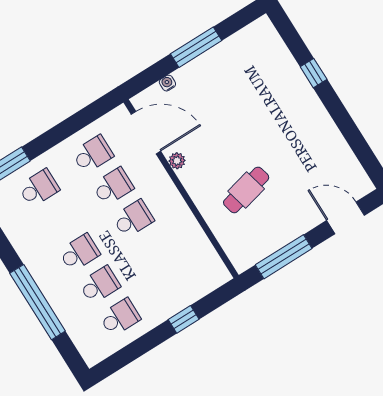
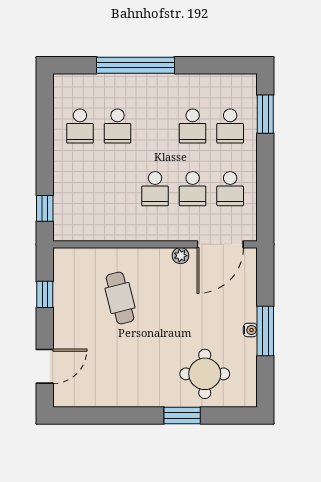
window: (314, 73) -> (182, 415), width x1.50
round table: (266, 76) -> (205, 374), added
water cooler: (167, 83) -> (250, 330), moved
school desk: (79, 253) -> (193, 126), moved
window: (284, 257) -> (45, 294), width x0.46
window: (184, 319) -> (45, 208), moved

